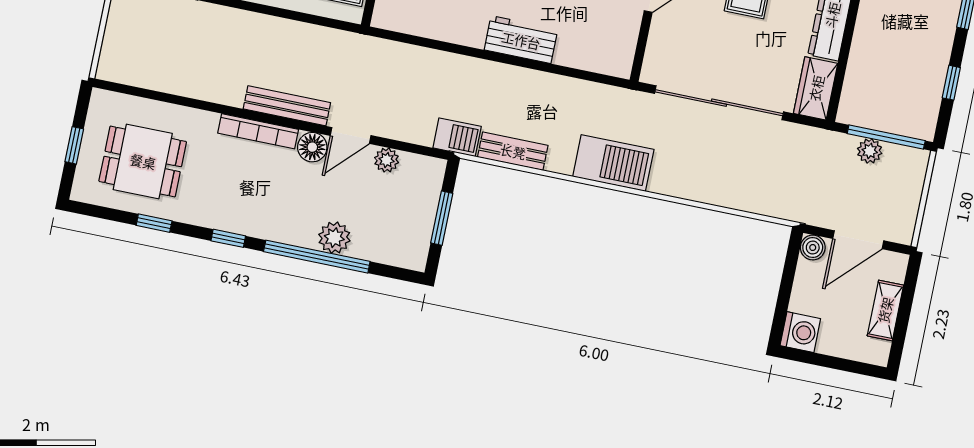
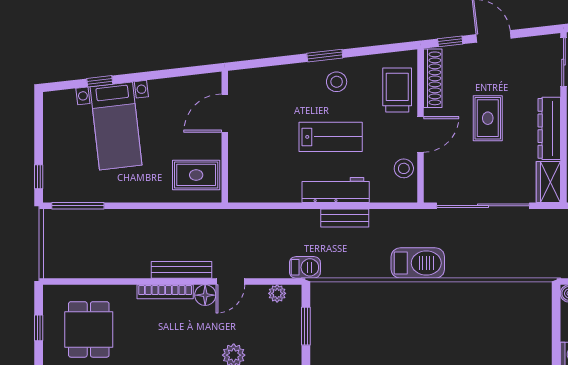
stool: (621, 29) -> (404, 168), added
workbench: (521, 40) -> (336, 190), width x1.38
bench: (513, 151) -> (345, 218), moved
plant: (387, 160) -> (277, 293), moved
dining table: (143, 161) -> (89, 329), turned 90

